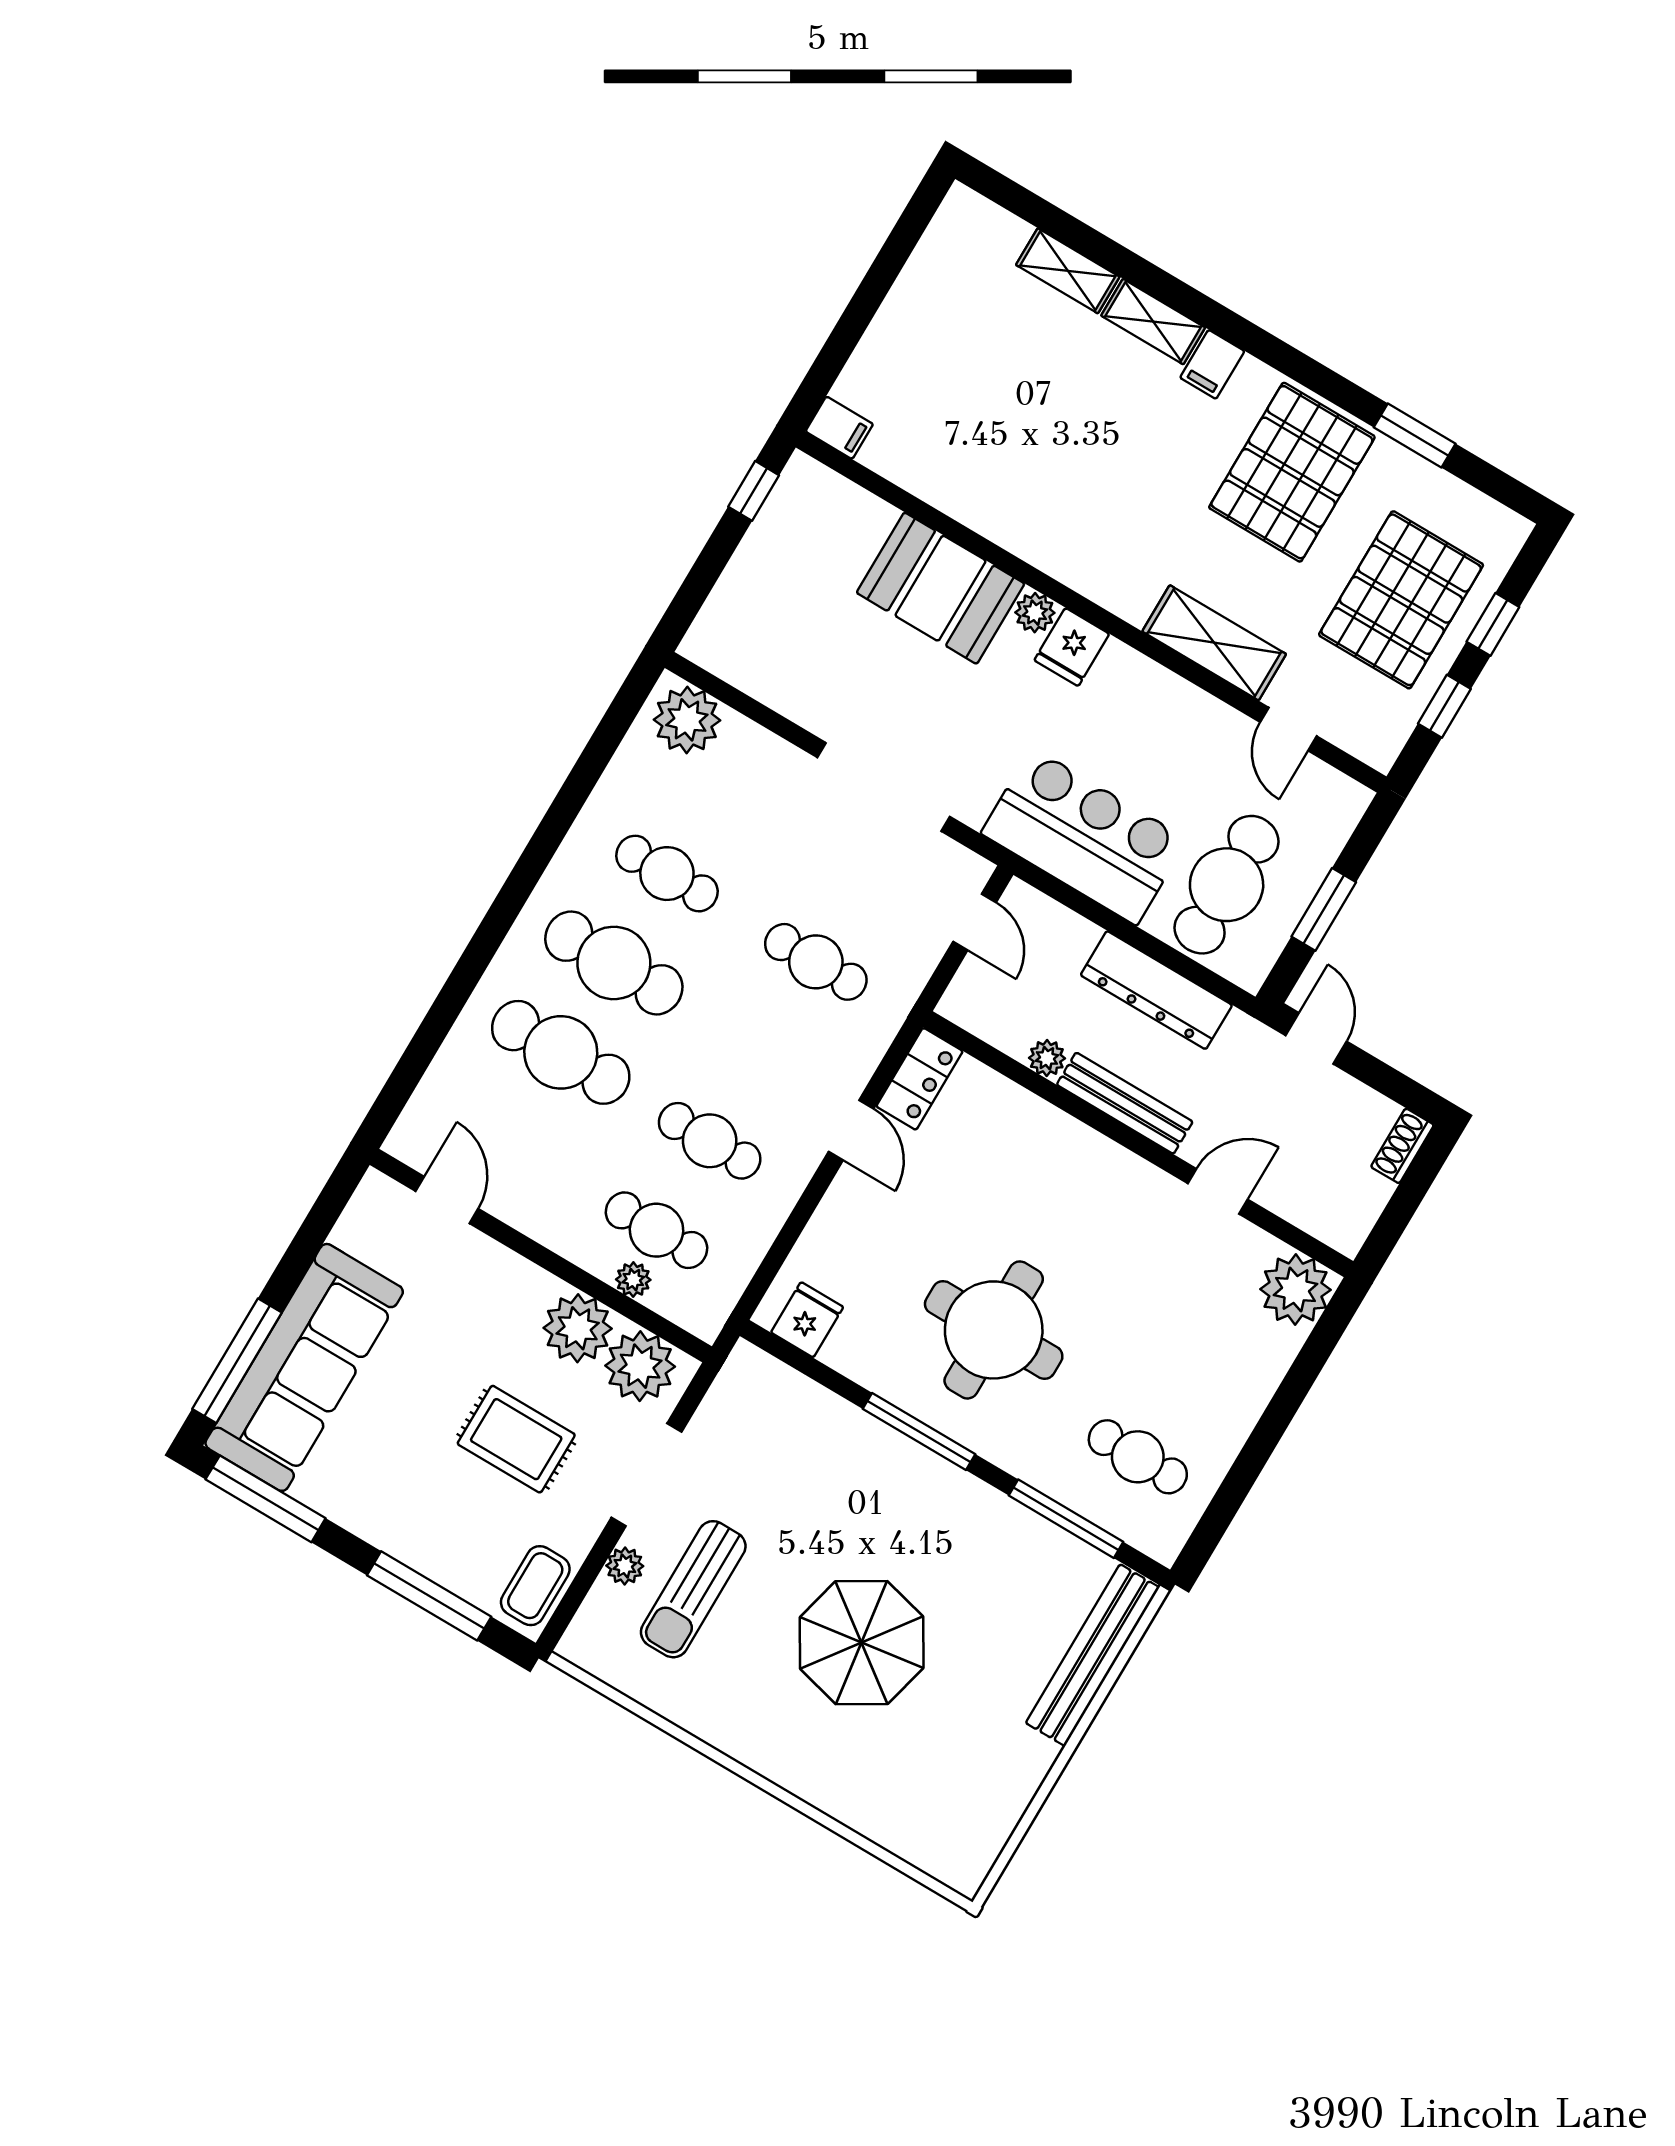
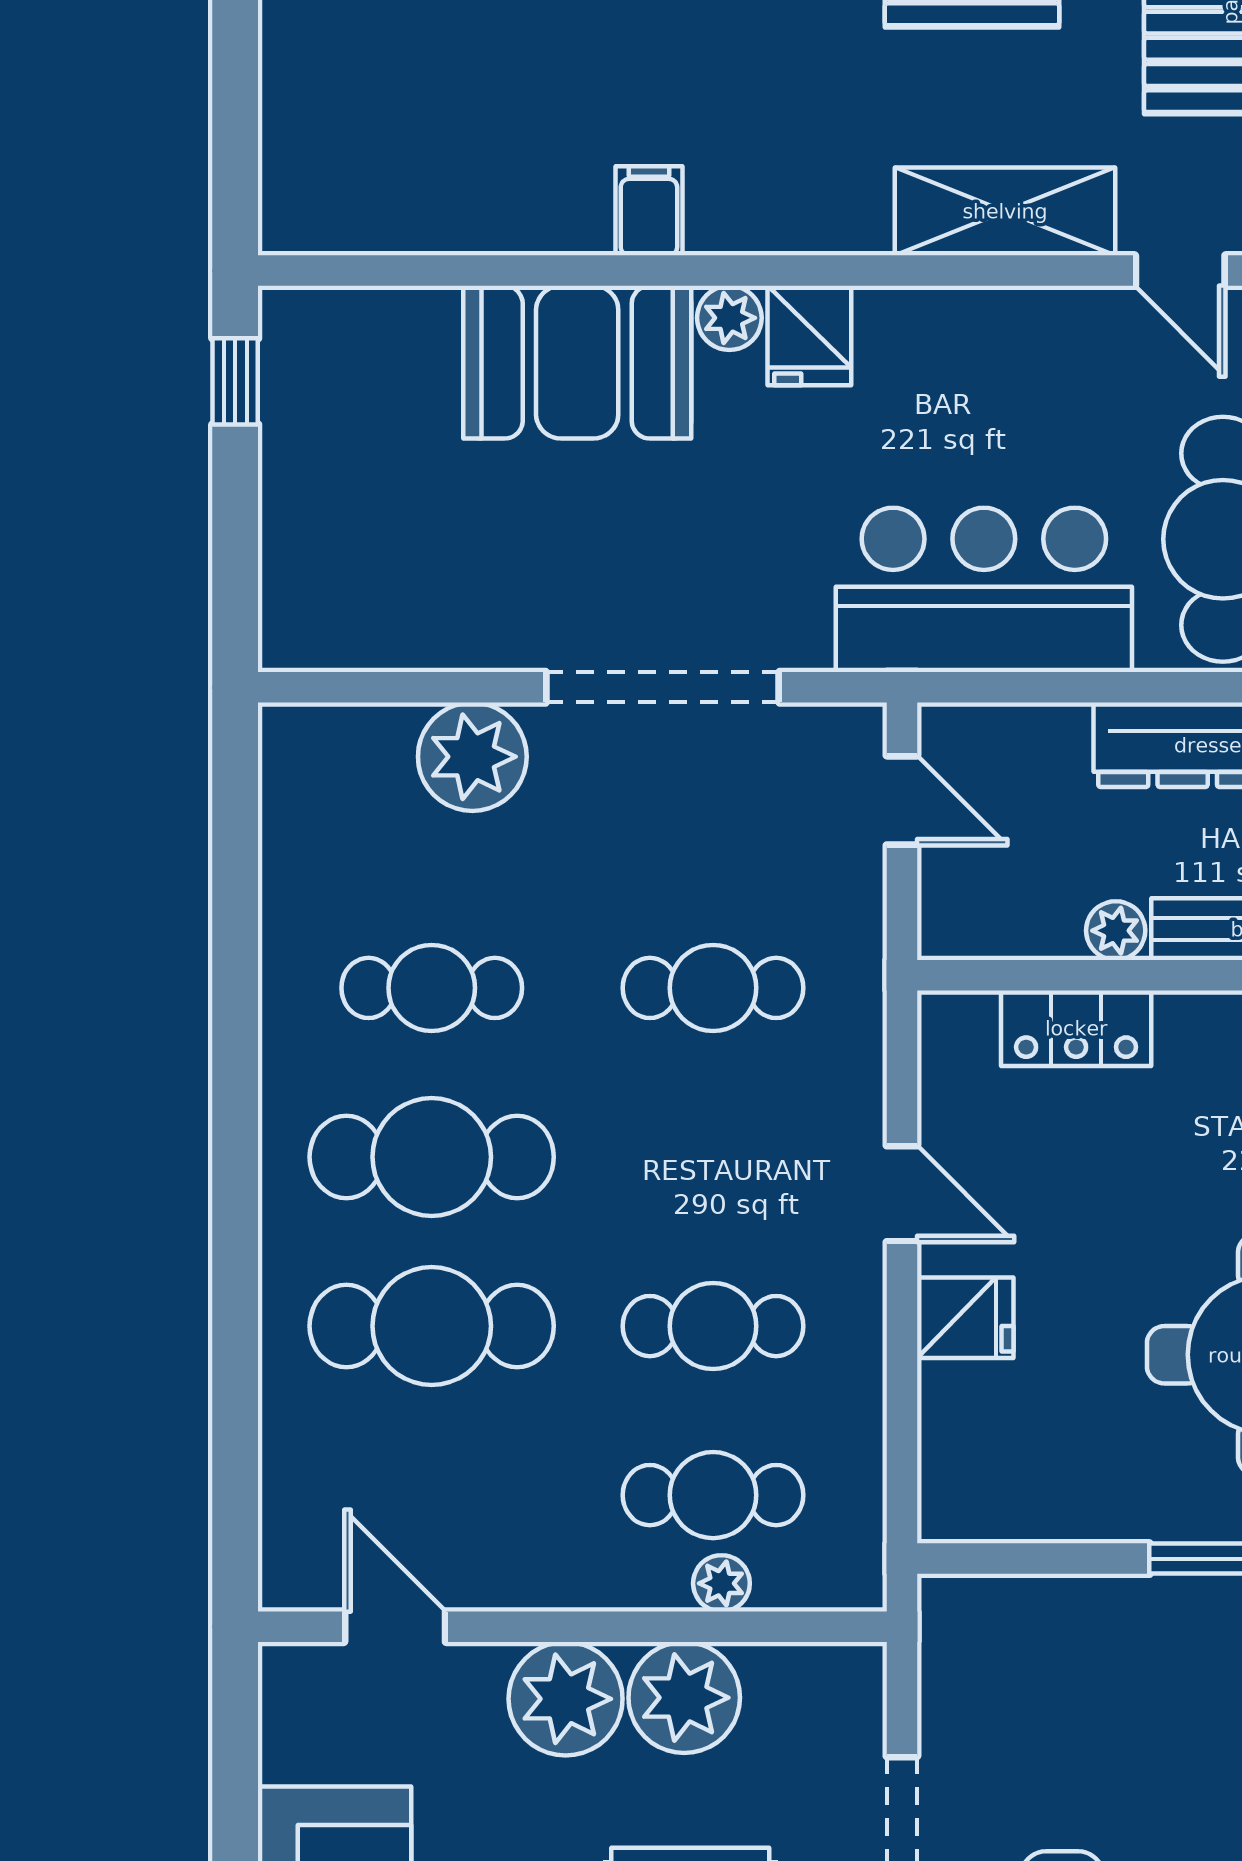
filing cabinet: (839, 428) -> (649, 211), moved, turned -90
plant: (687, 720) -> (472, 757), moved
locker: (920, 1079) -> (1076, 1028), moved, turned 90
fridge: (807, 1320) -> (965, 1318), moved, turned 90
plant: (640, 1366) -> (566, 1699), moved

